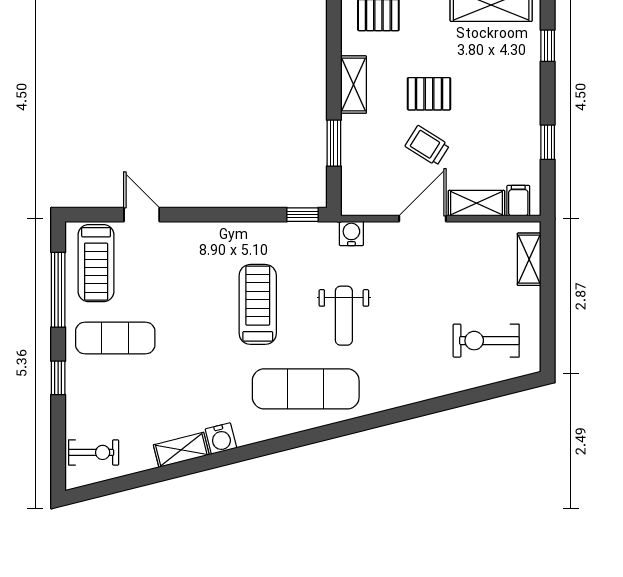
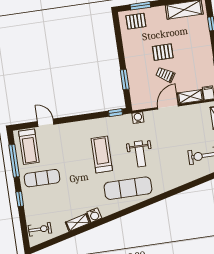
shelving: (354, 85) -> (129, 53), removed

